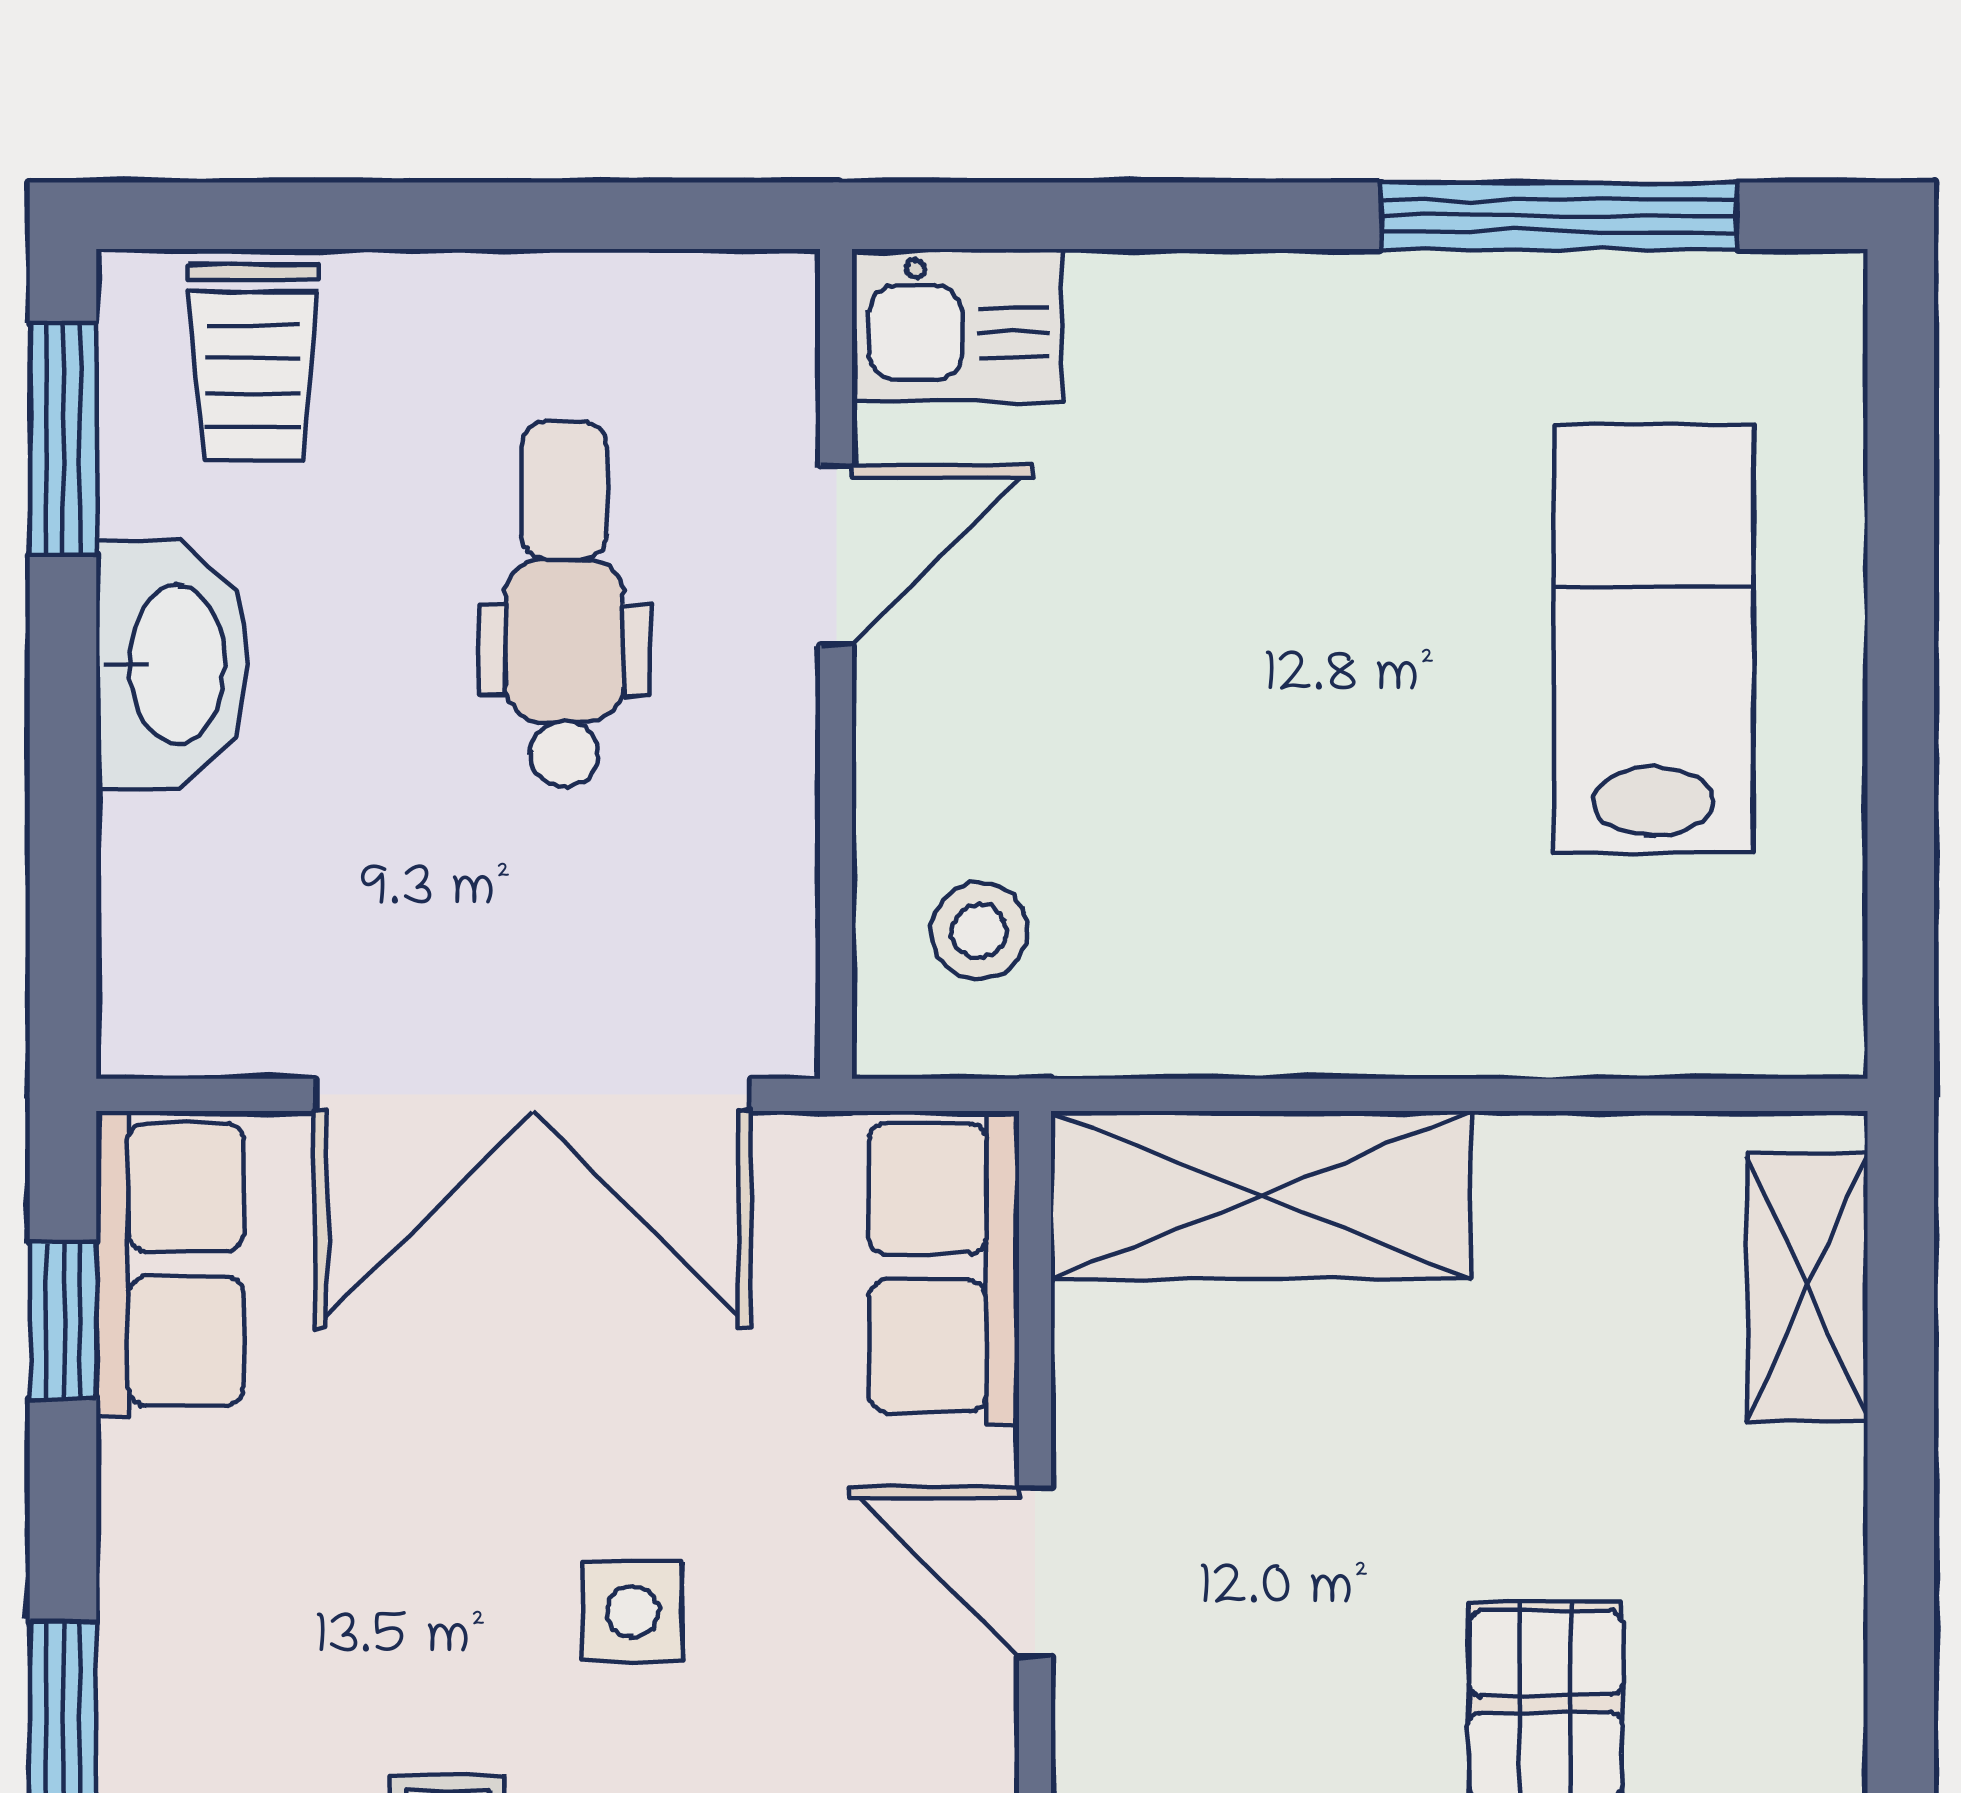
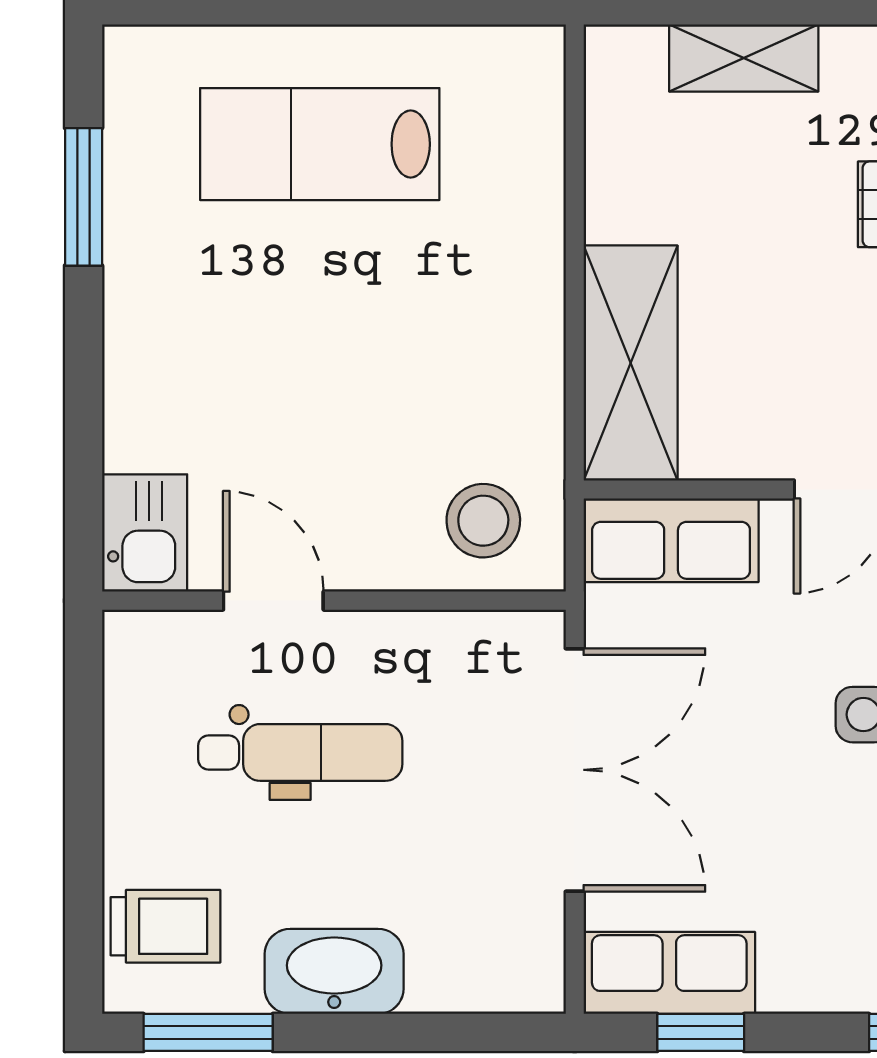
window: (1559, 216) -> (84, 197), width x0.69
dental chair: (564, 604) -> (300, 752), turned 180
stool: (979, 931) -> (483, 521), width x1.37, depth x1.37
shelving: (1807, 1288) -> (744, 58), moved

